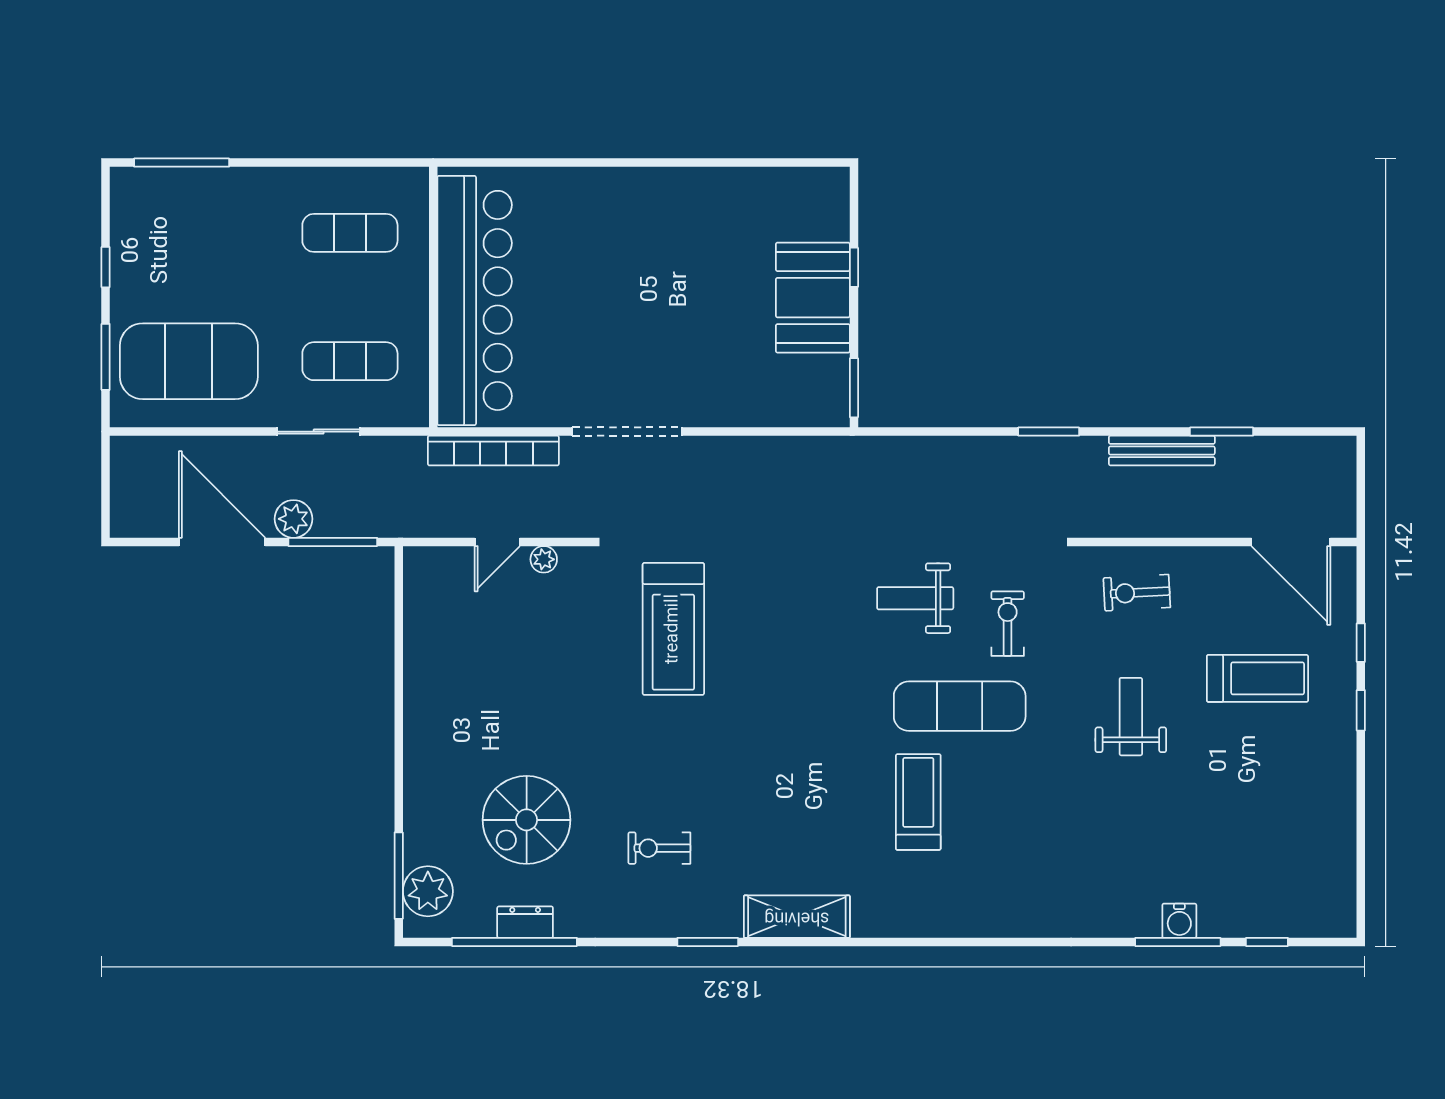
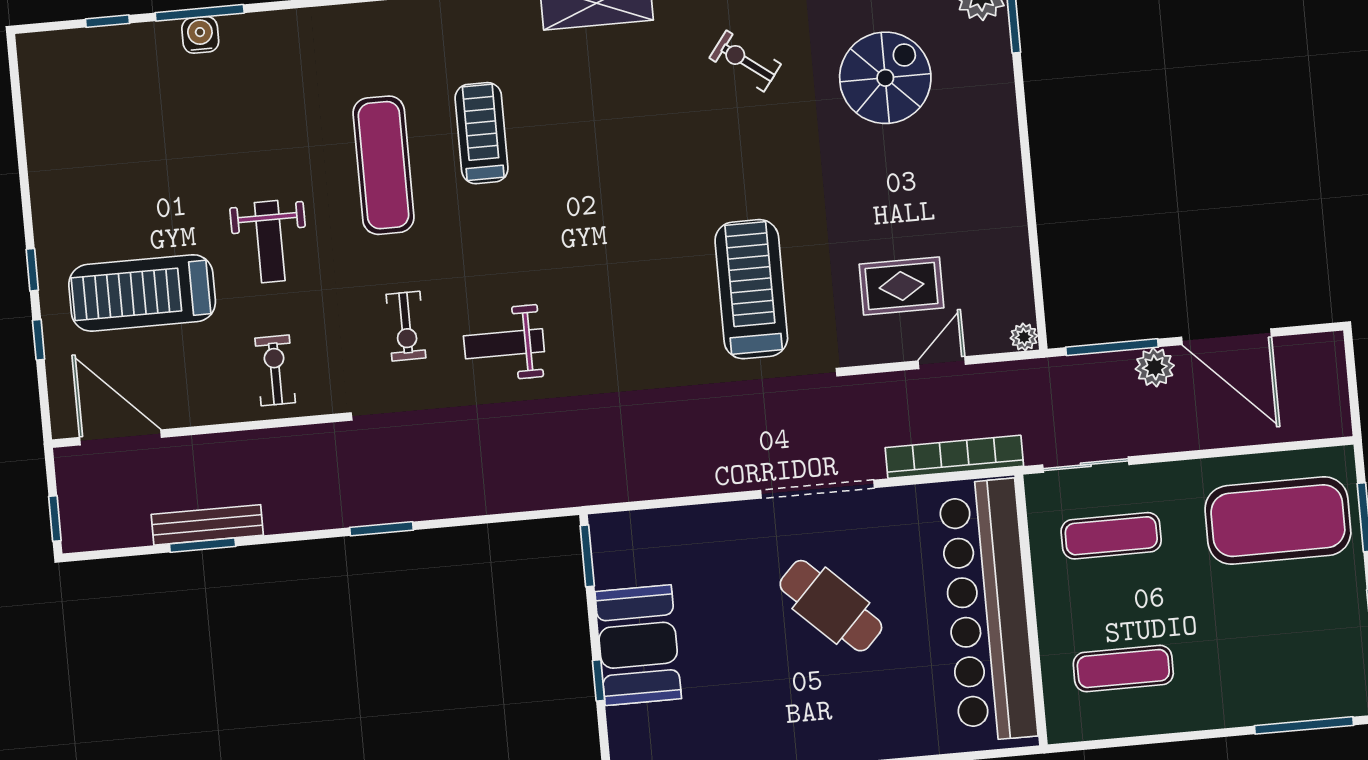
cafe table: (625, 319) -> (831, 606), added
sliding door: (319, 432) -> (1086, 465), moved
bench: (1162, 451) -> (207, 525), moved
window: (1361, 470) -> (55, 519), added
plant: (544, 559) -> (1024, 337), moved
exercise bike: (1137, 593) -> (275, 370), turned -87
weight bench: (915, 598) -> (504, 344), turned 180
rug: (529, 619) -> (902, 286), added
treadmill: (1257, 678) -> (142, 293), width x1.37, depth x1.38
exercise mat: (960, 706) -> (384, 165), moved, turned 90
treadmill: (918, 802) -> (482, 133), turned 180
exercise bike: (659, 848) -> (745, 61), turned -143

